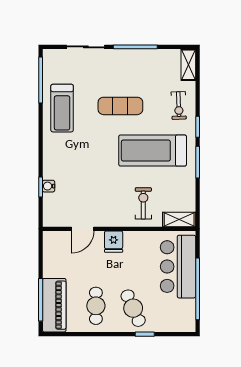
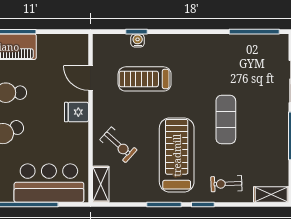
treadmill: (62, 108) -> (145, 79), moved
exercise bike: (143, 203) -> (118, 145), turned 42

